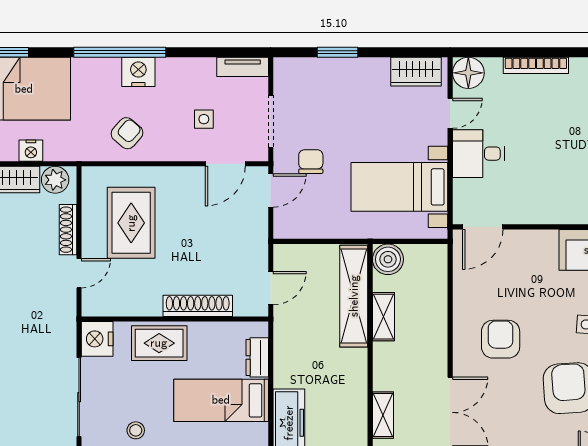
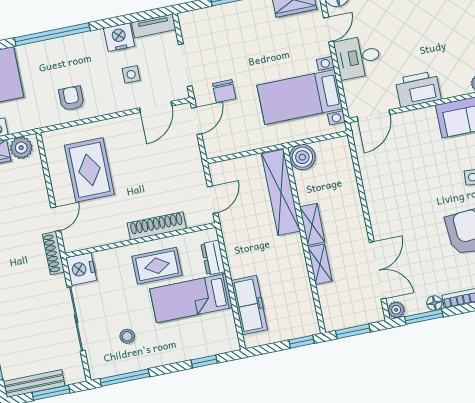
nightstand: (138, 72) -> (119, 37), moved
armchair: (127, 133) -> (71, 98), turned -41
chair: (311, 162) -> (224, 91), turned 180
printer: (543, 206) -> (418, 89), added
shoe rack: (68, 230) -> (53, 253), moved
shelving: (383, 317) -> (312, 224), moved
armchair: (501, 339) -> (406, 203), removed
rug: (159, 343) -> (157, 266), moved
shelving: (383, 415) -> (320, 264), moved

